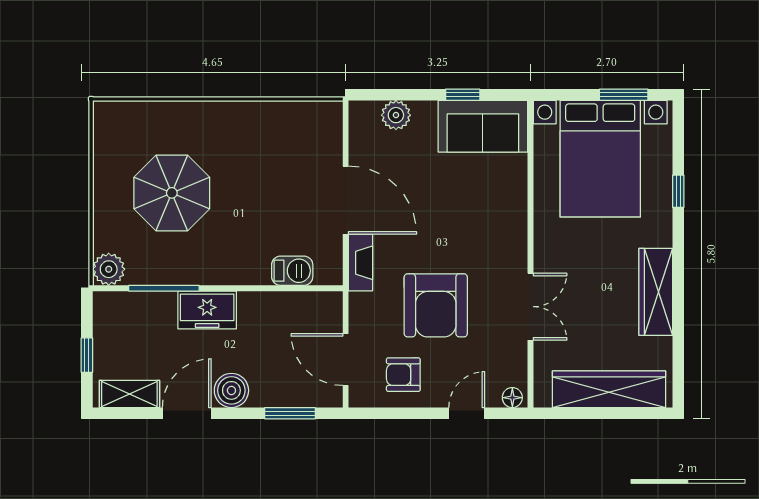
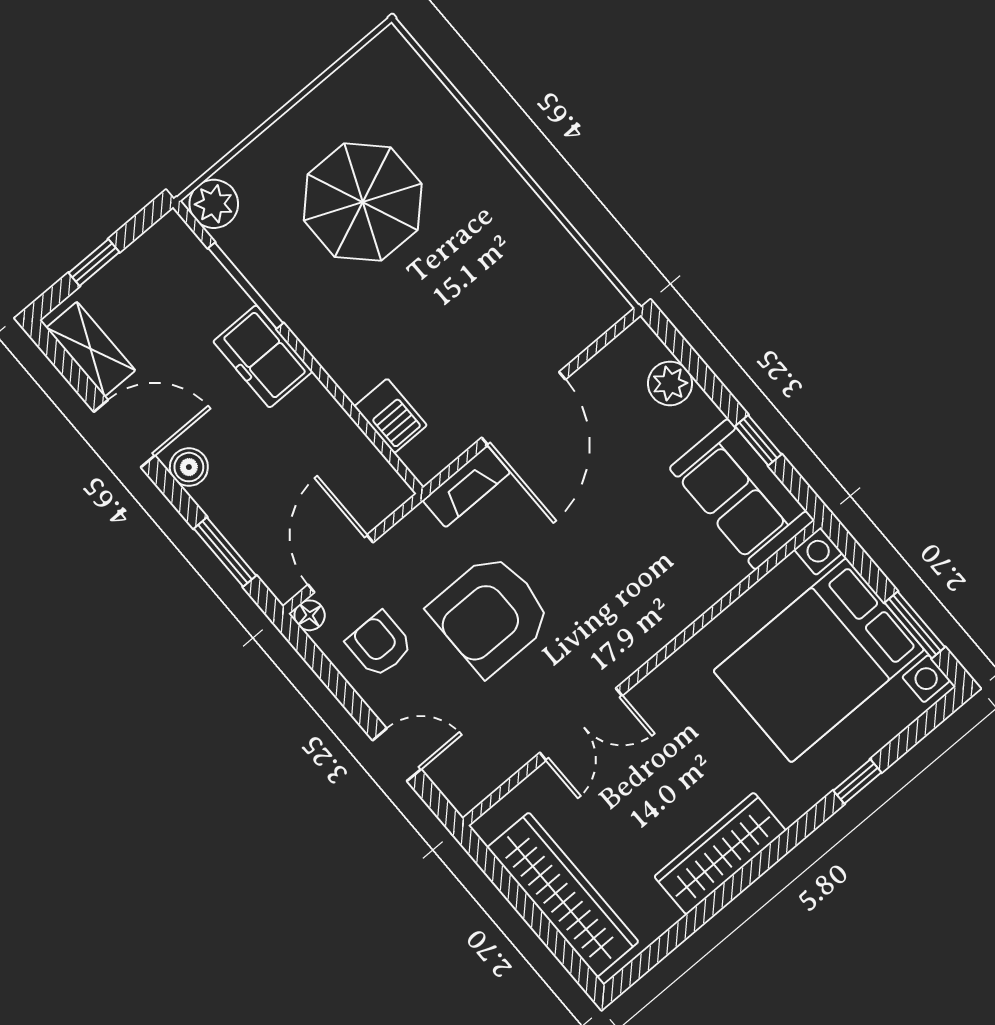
boiler: (231, 390) -> (189, 467), width x0.73, depth x0.73
floor lamp: (512, 398) -> (310, 615), moved

